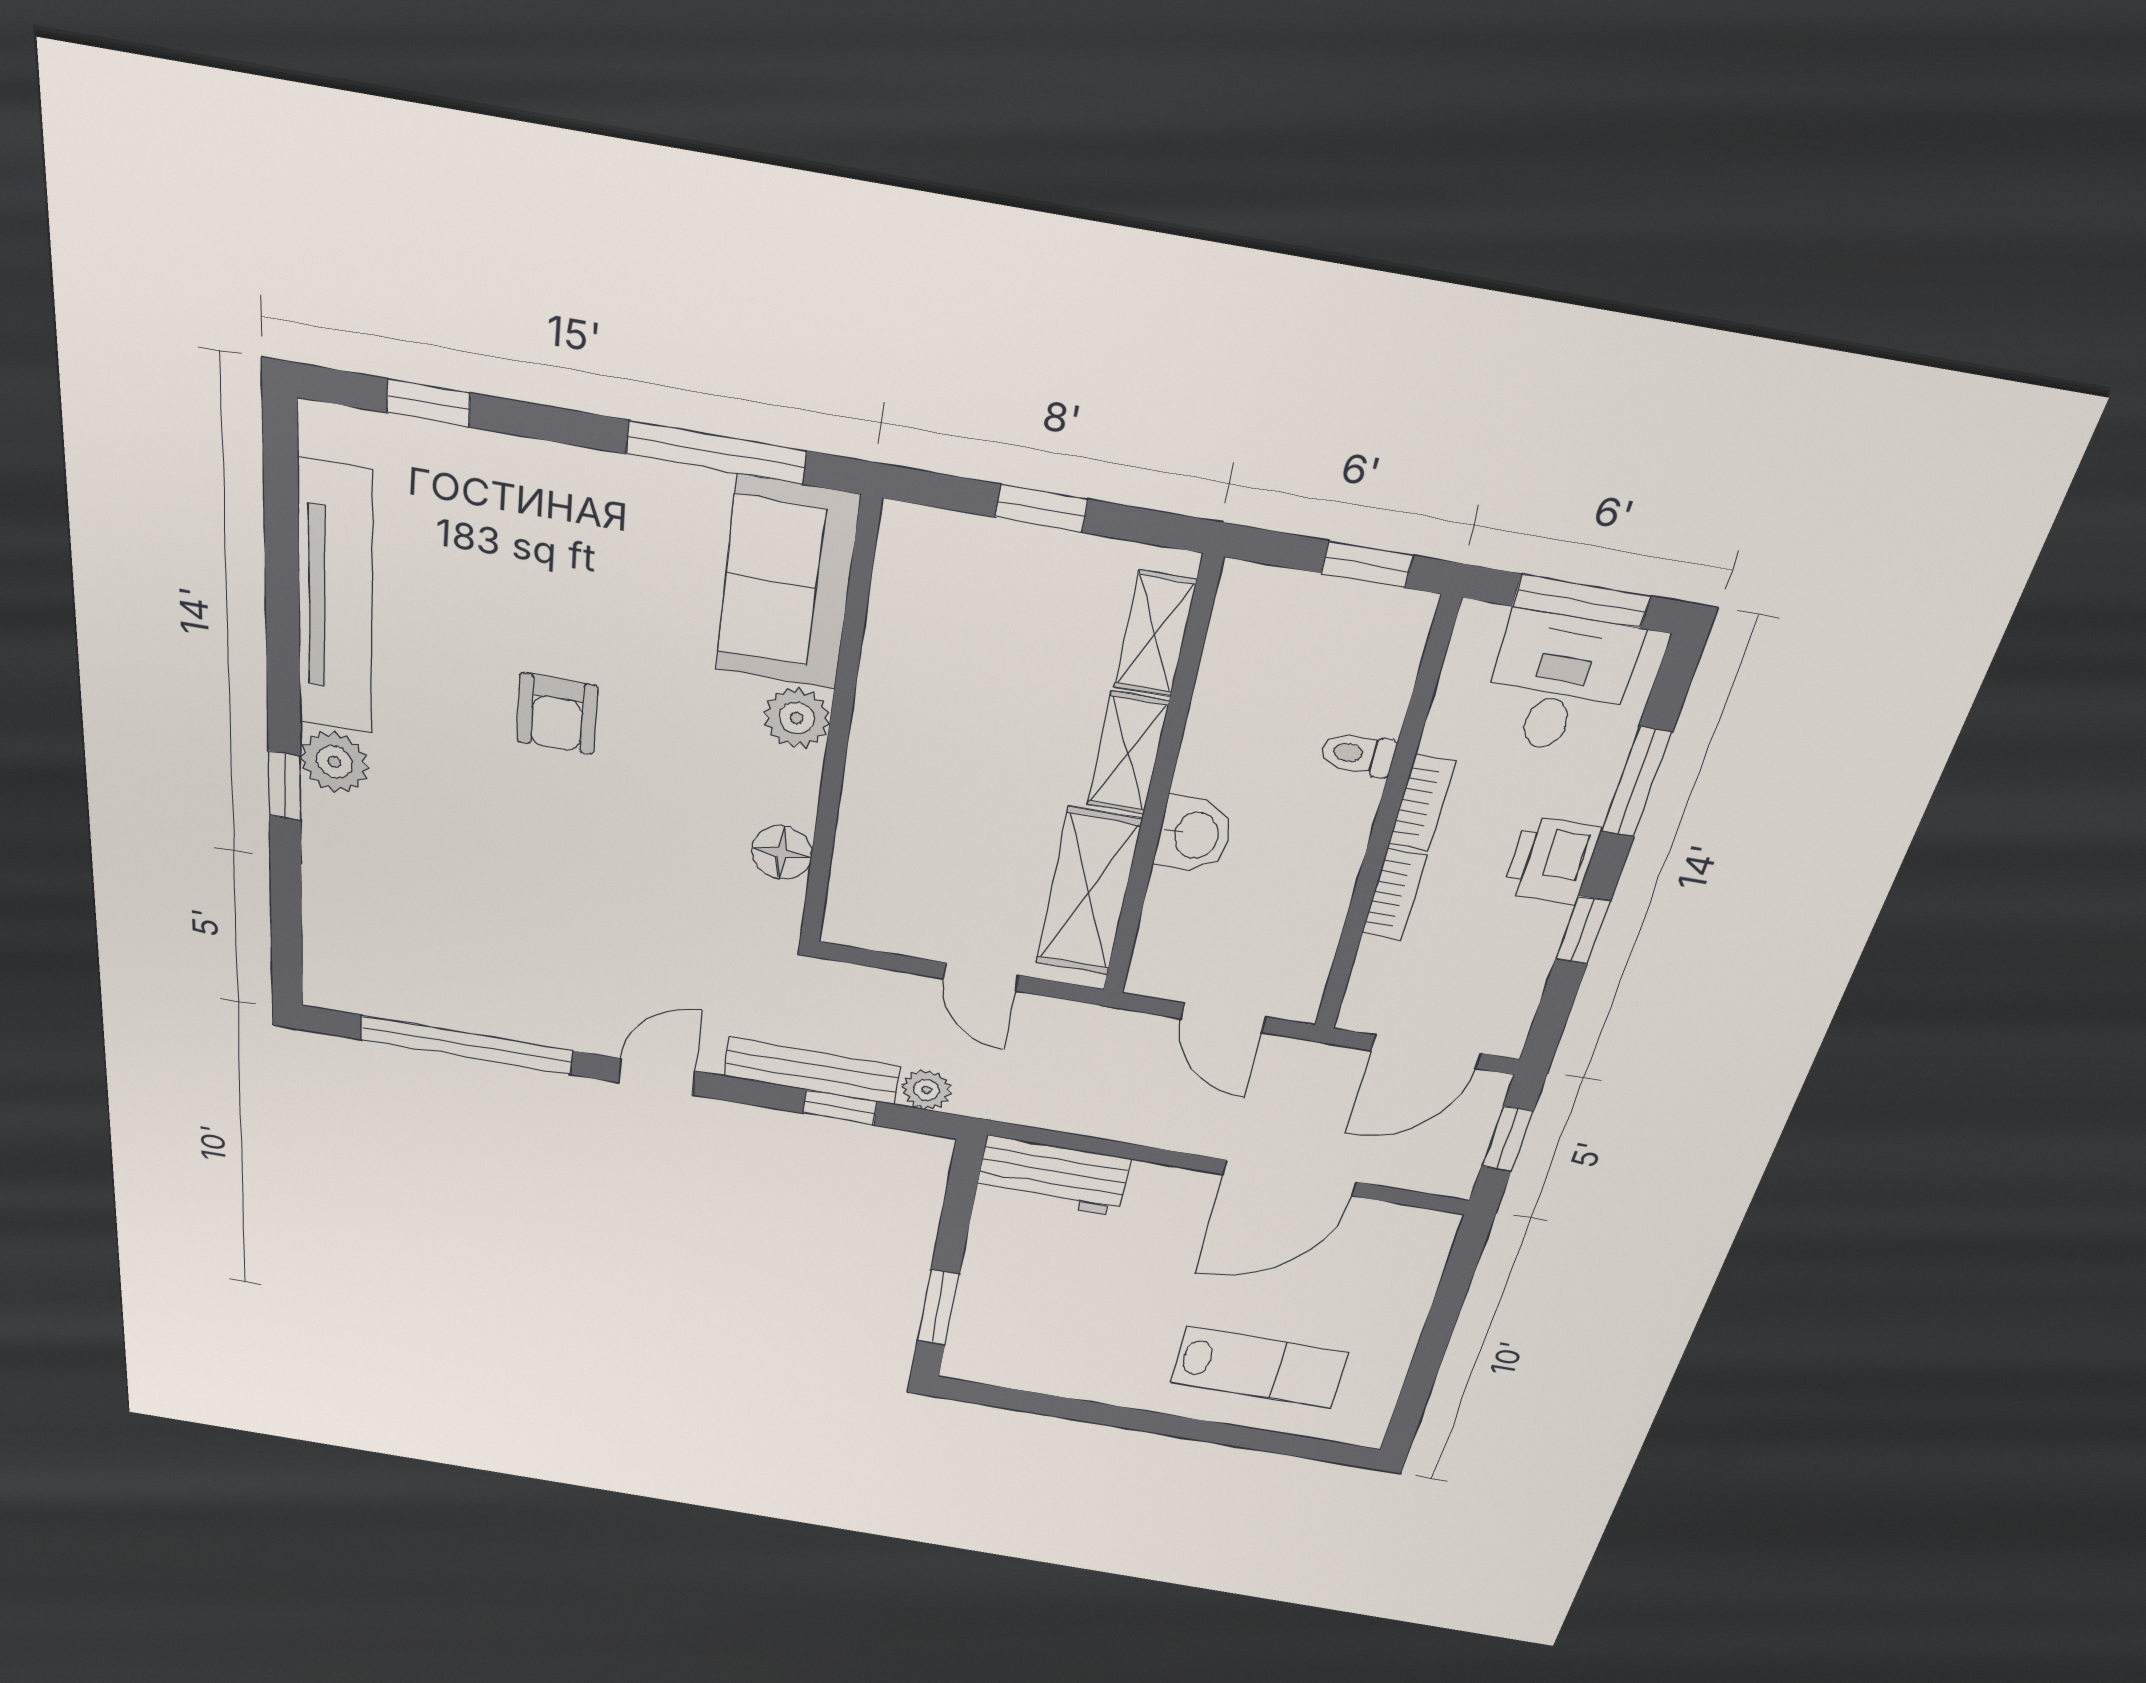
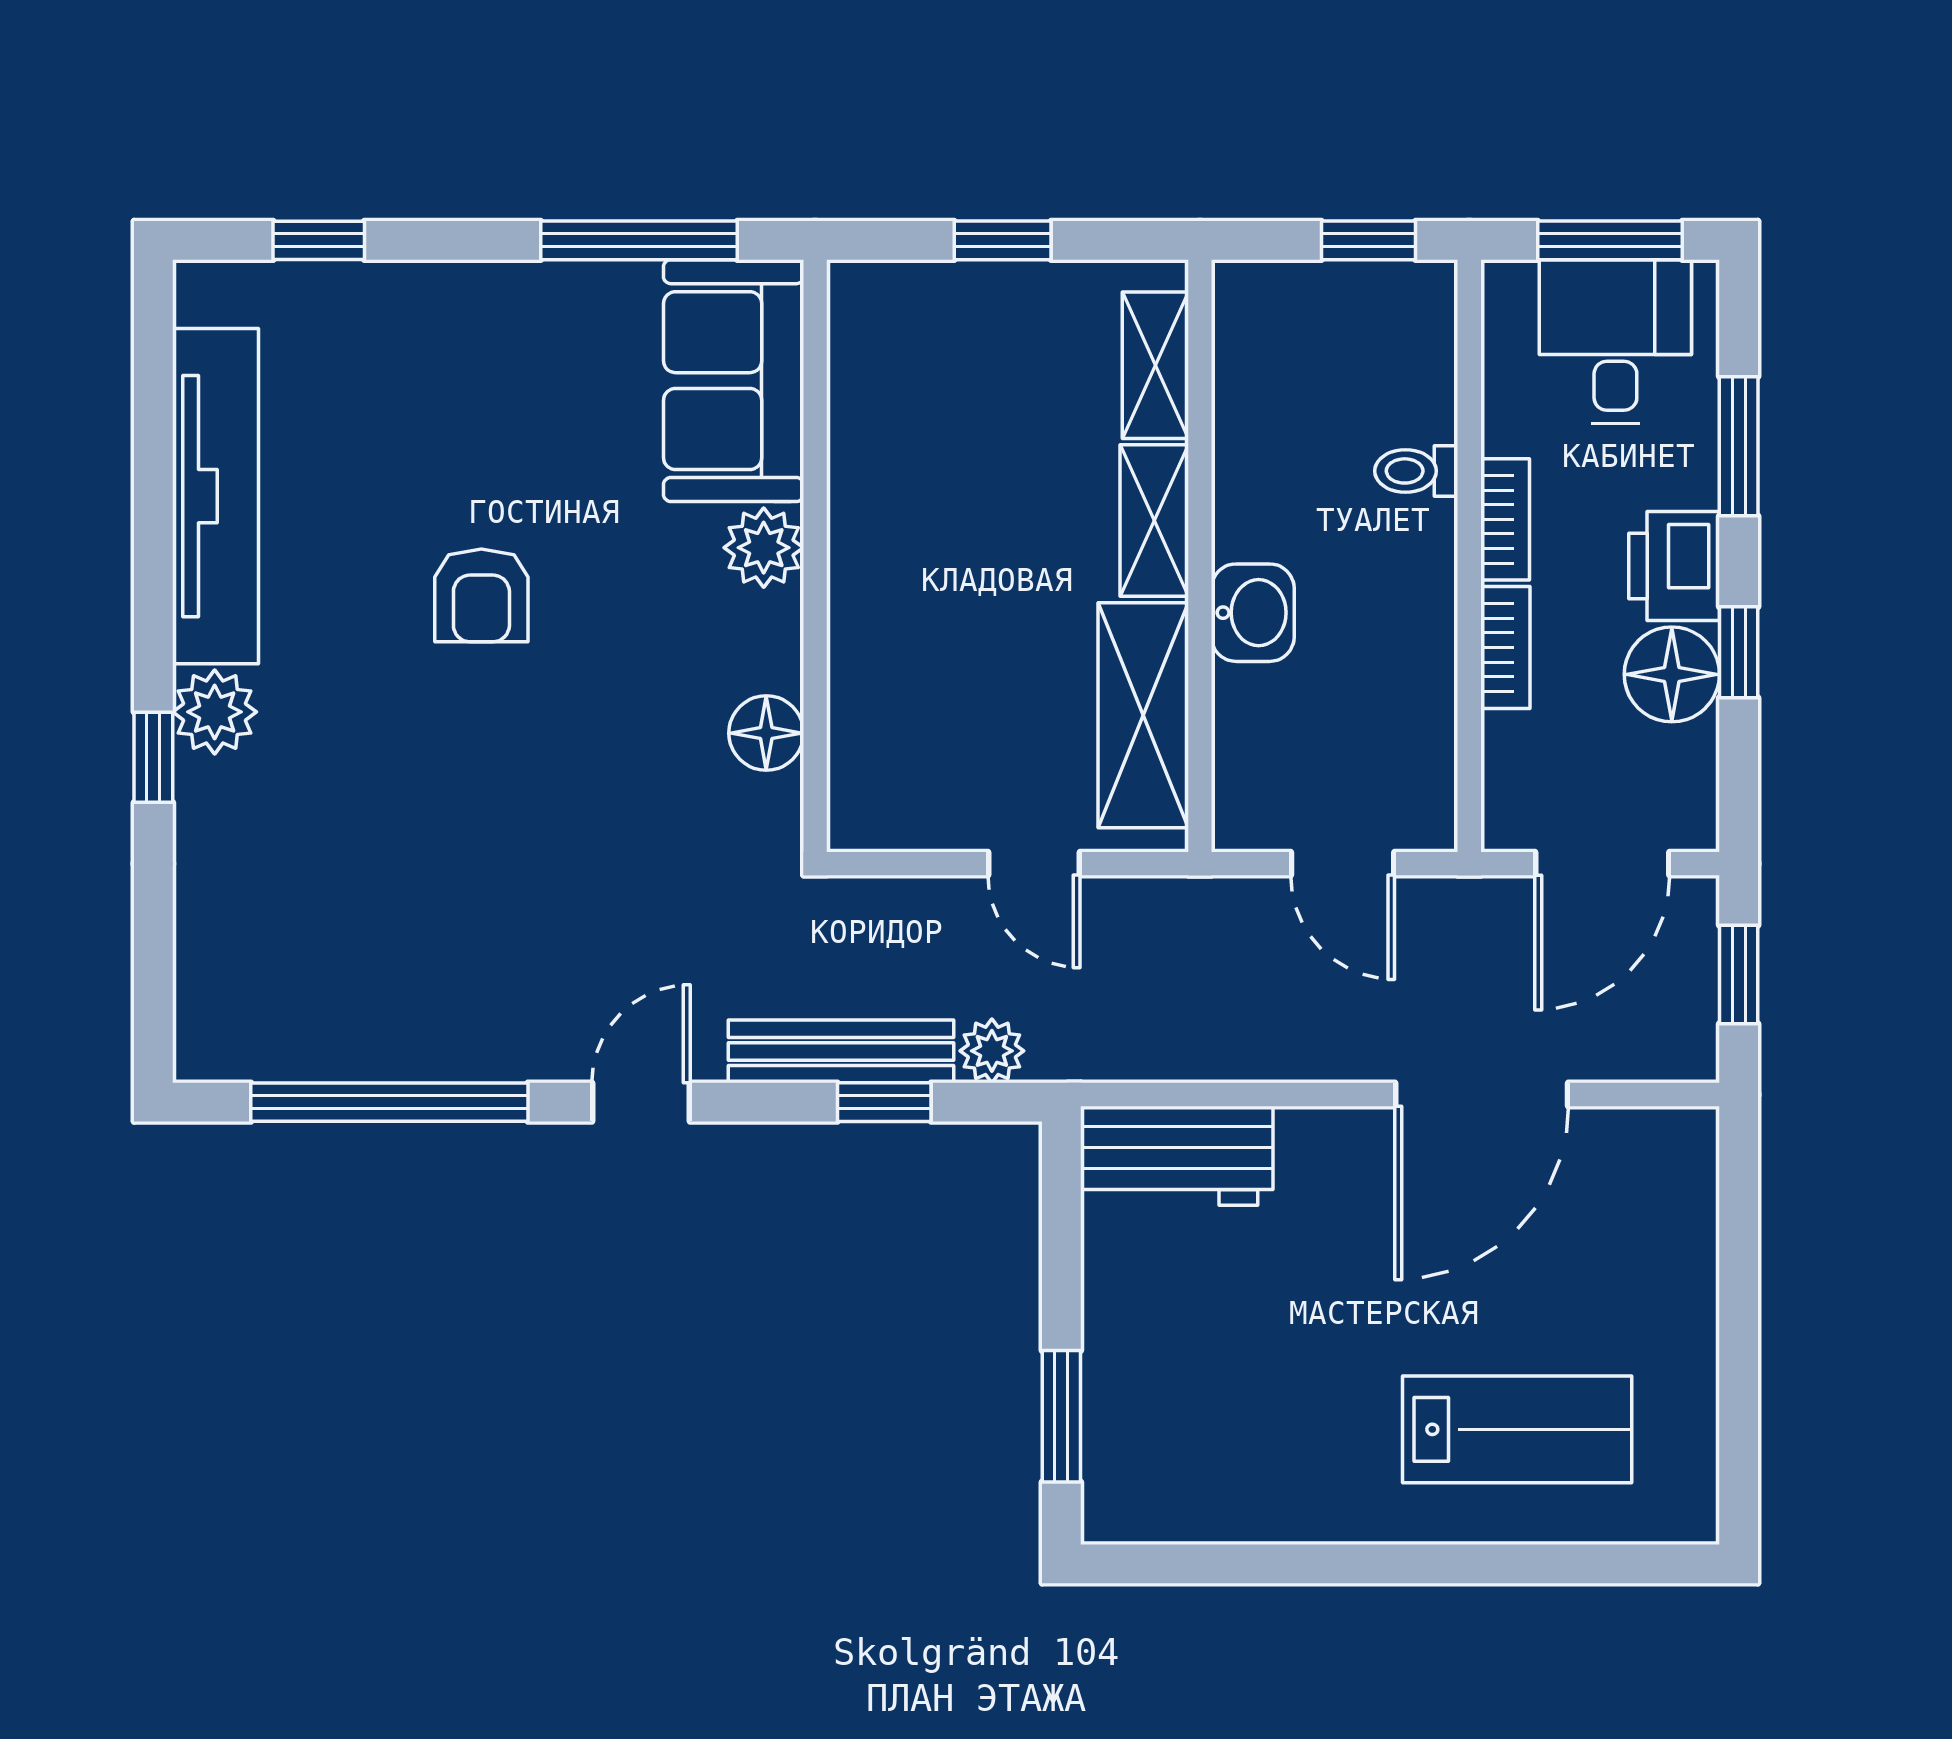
floor lamp: (1523, 936) -> (1672, 674), added

